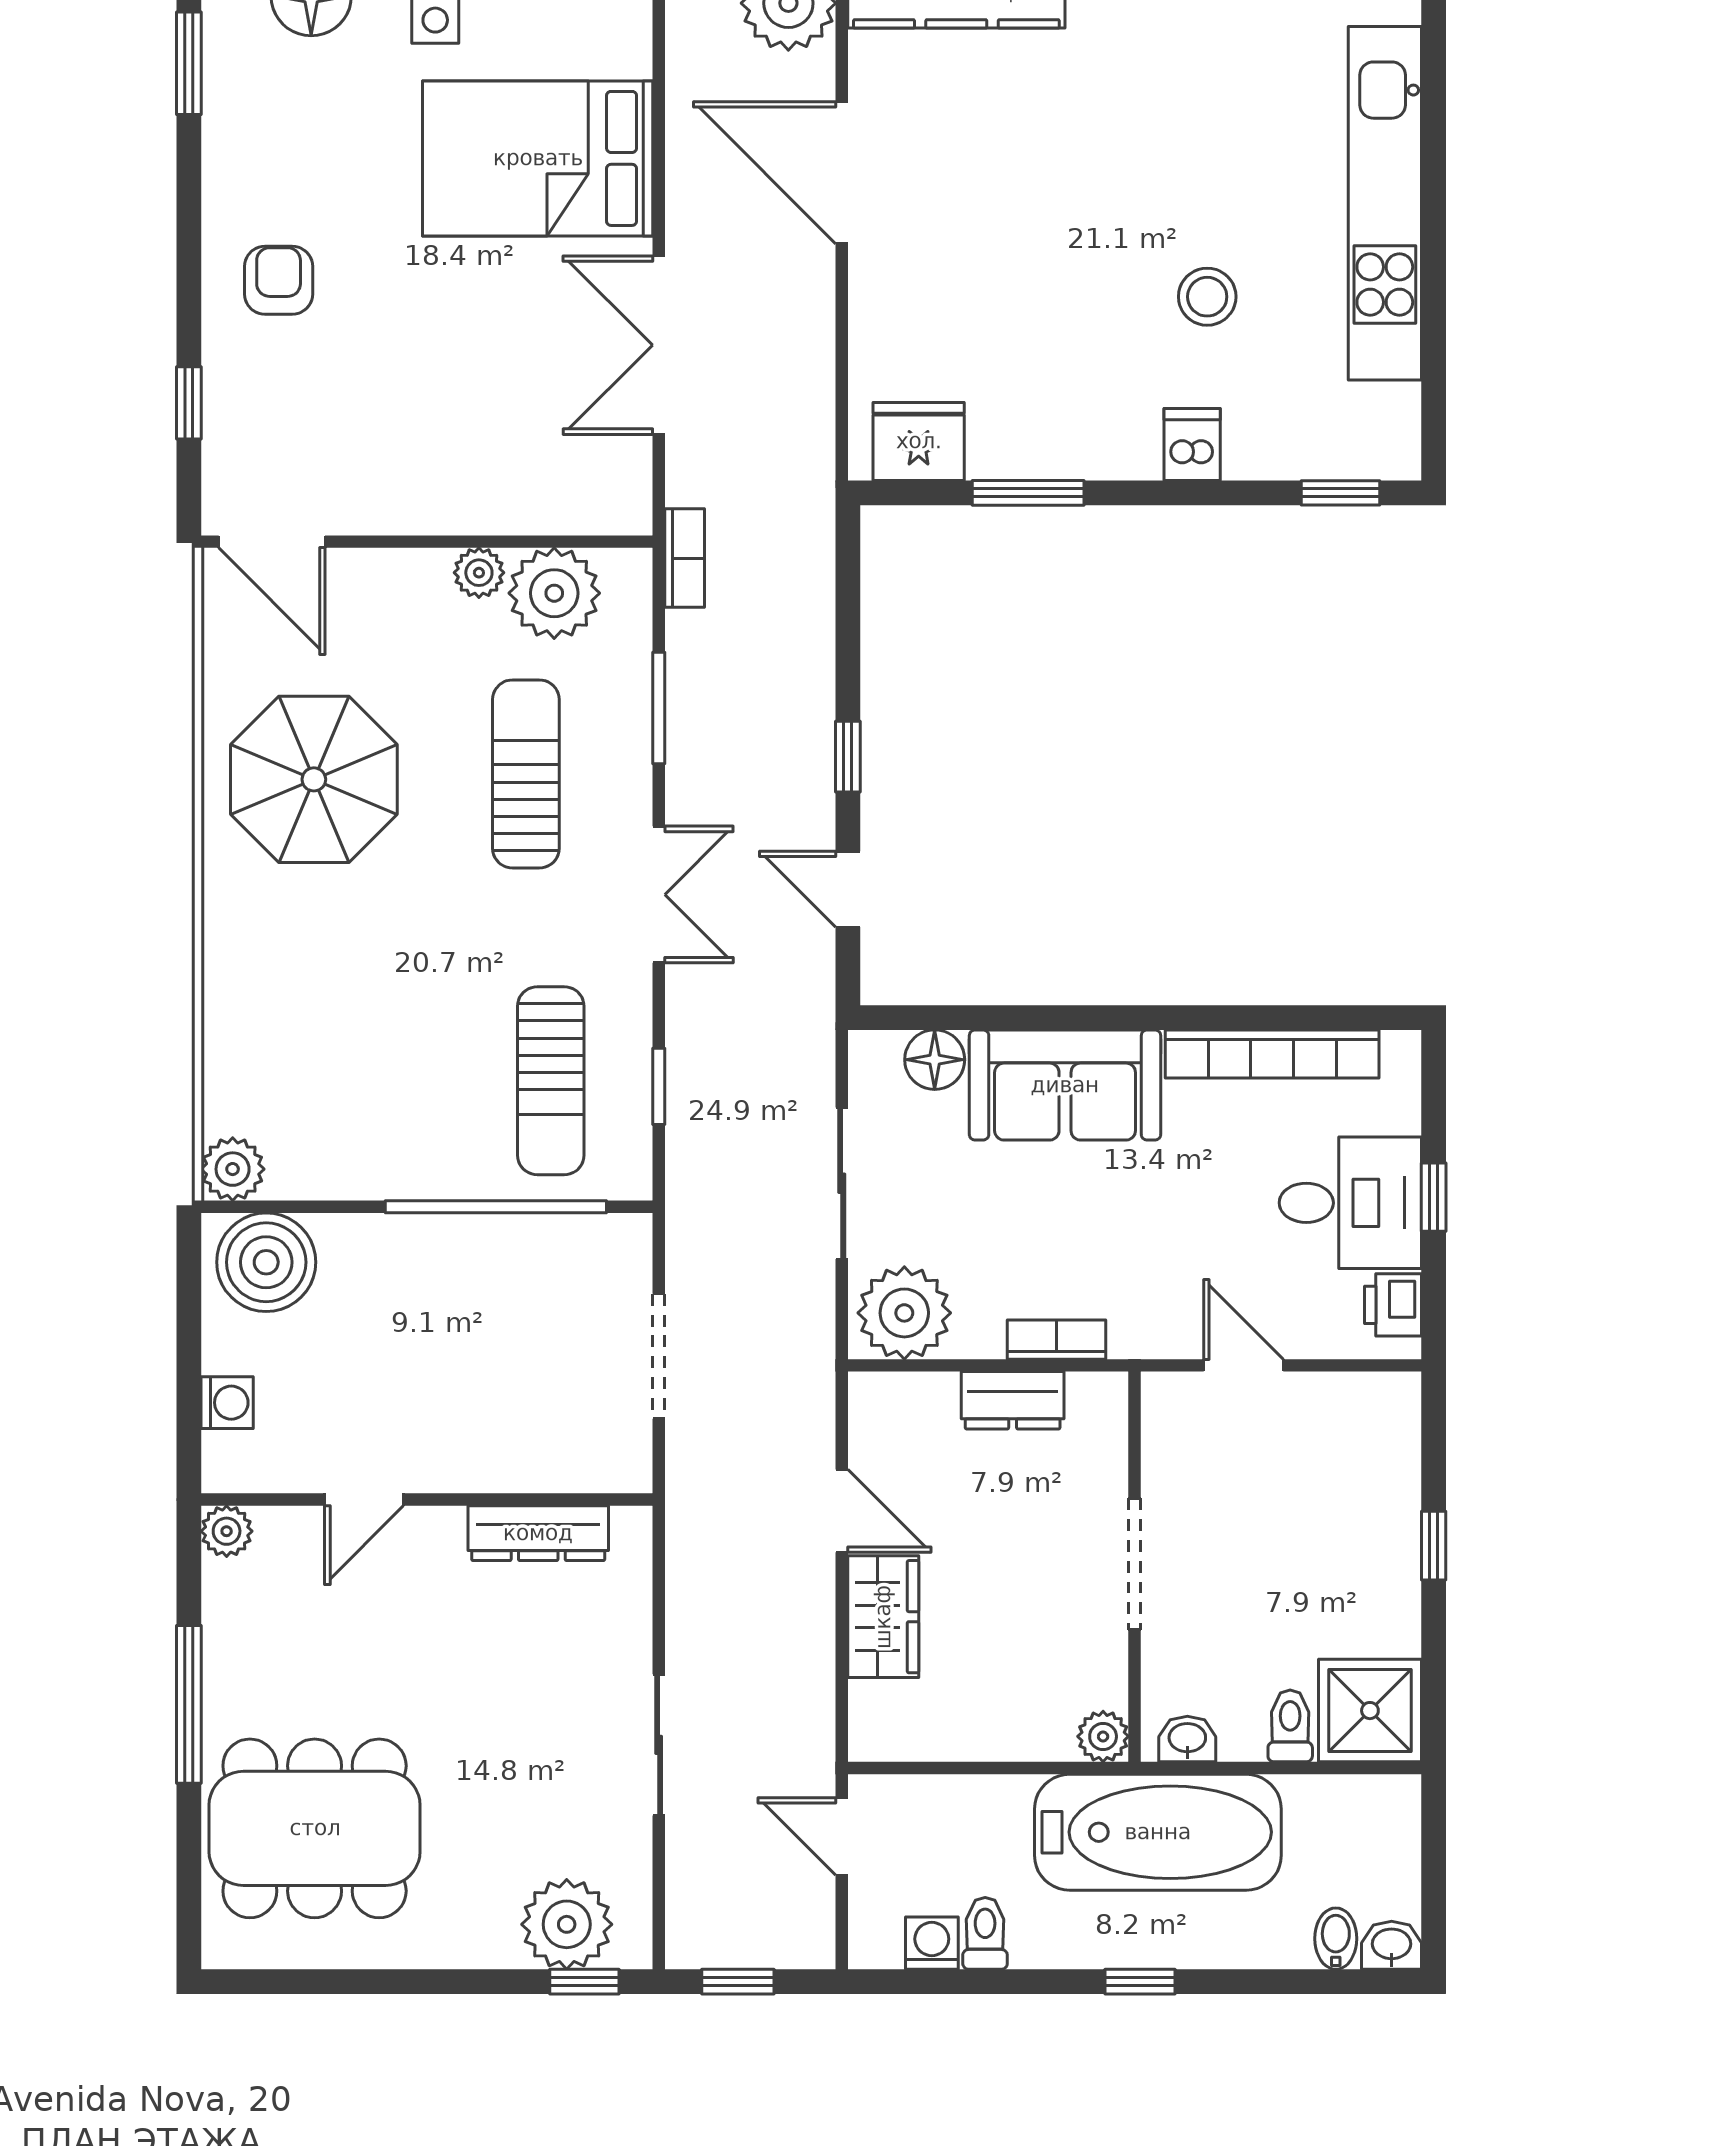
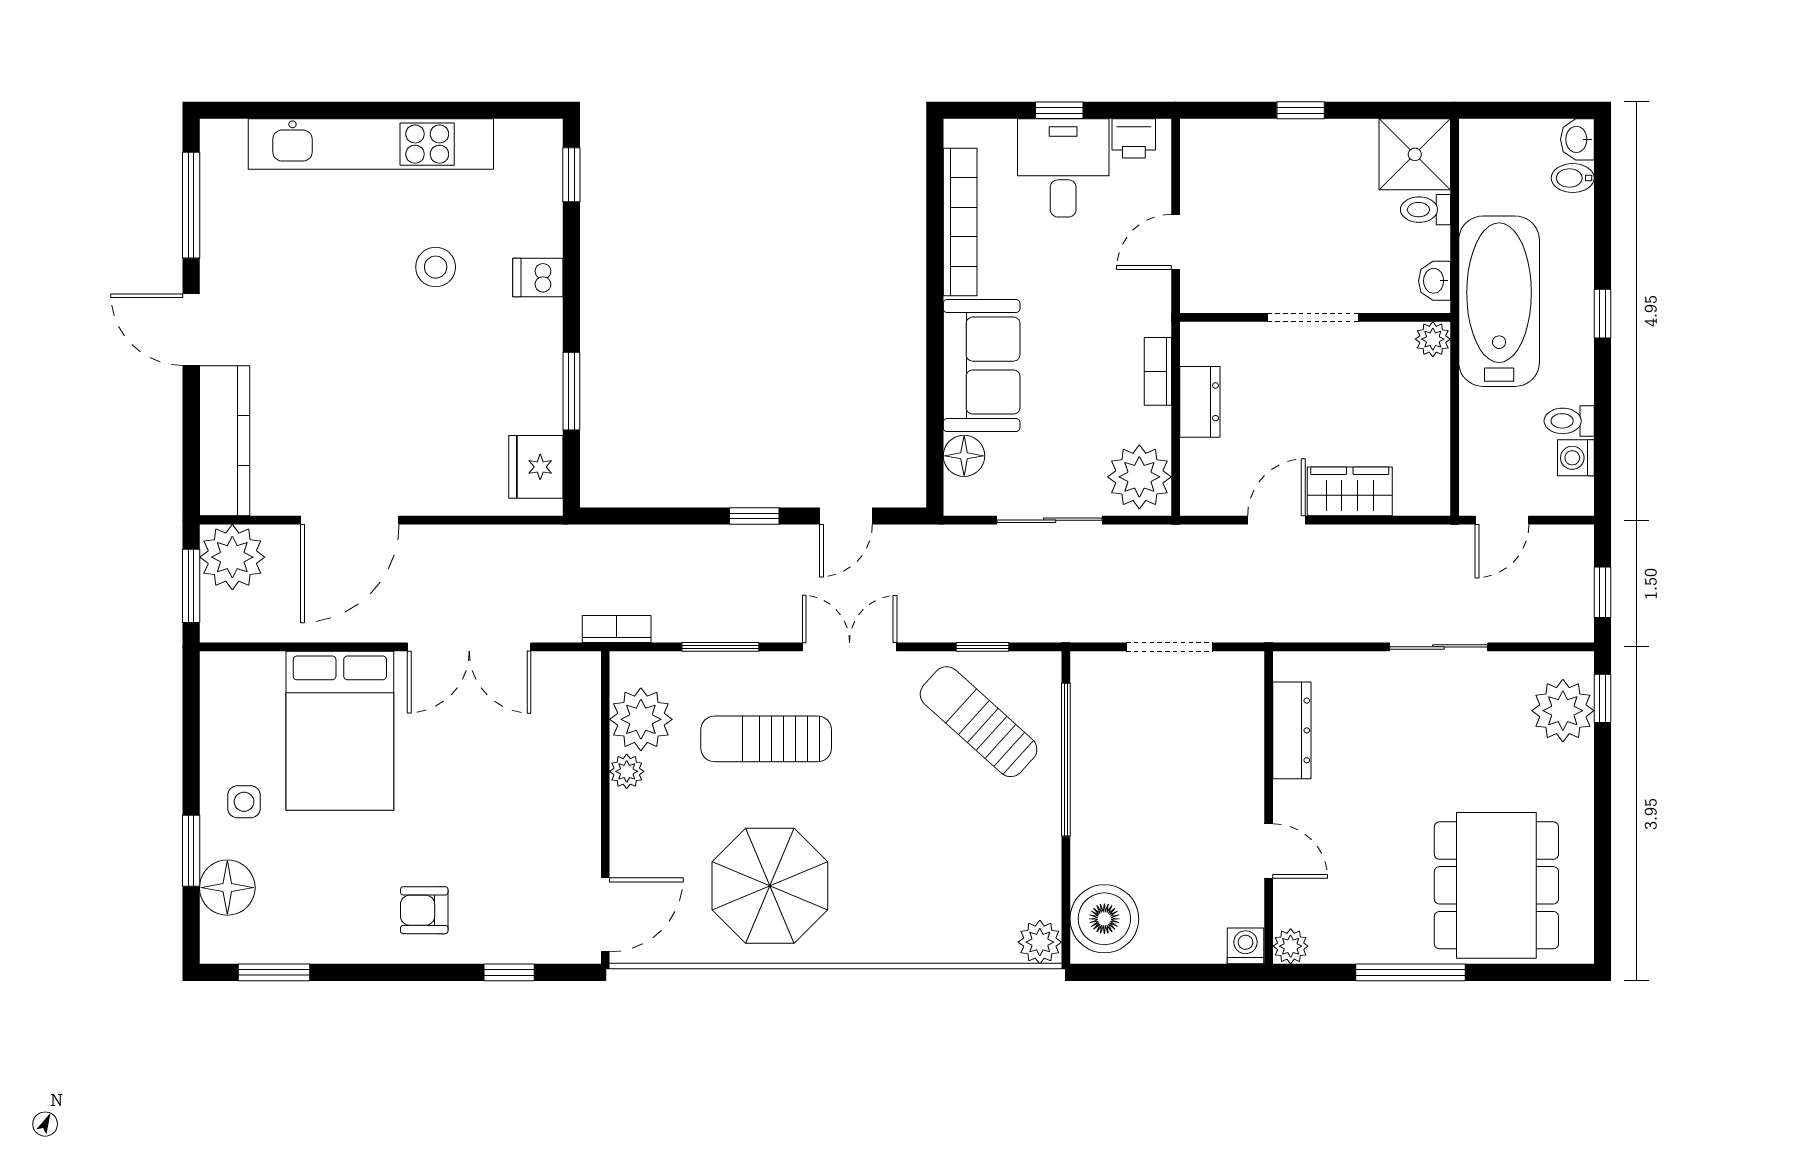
sun lounger: (551, 1081) -> (979, 722), turned -138
washing machine: (227, 1403) -> (1246, 946), moved

